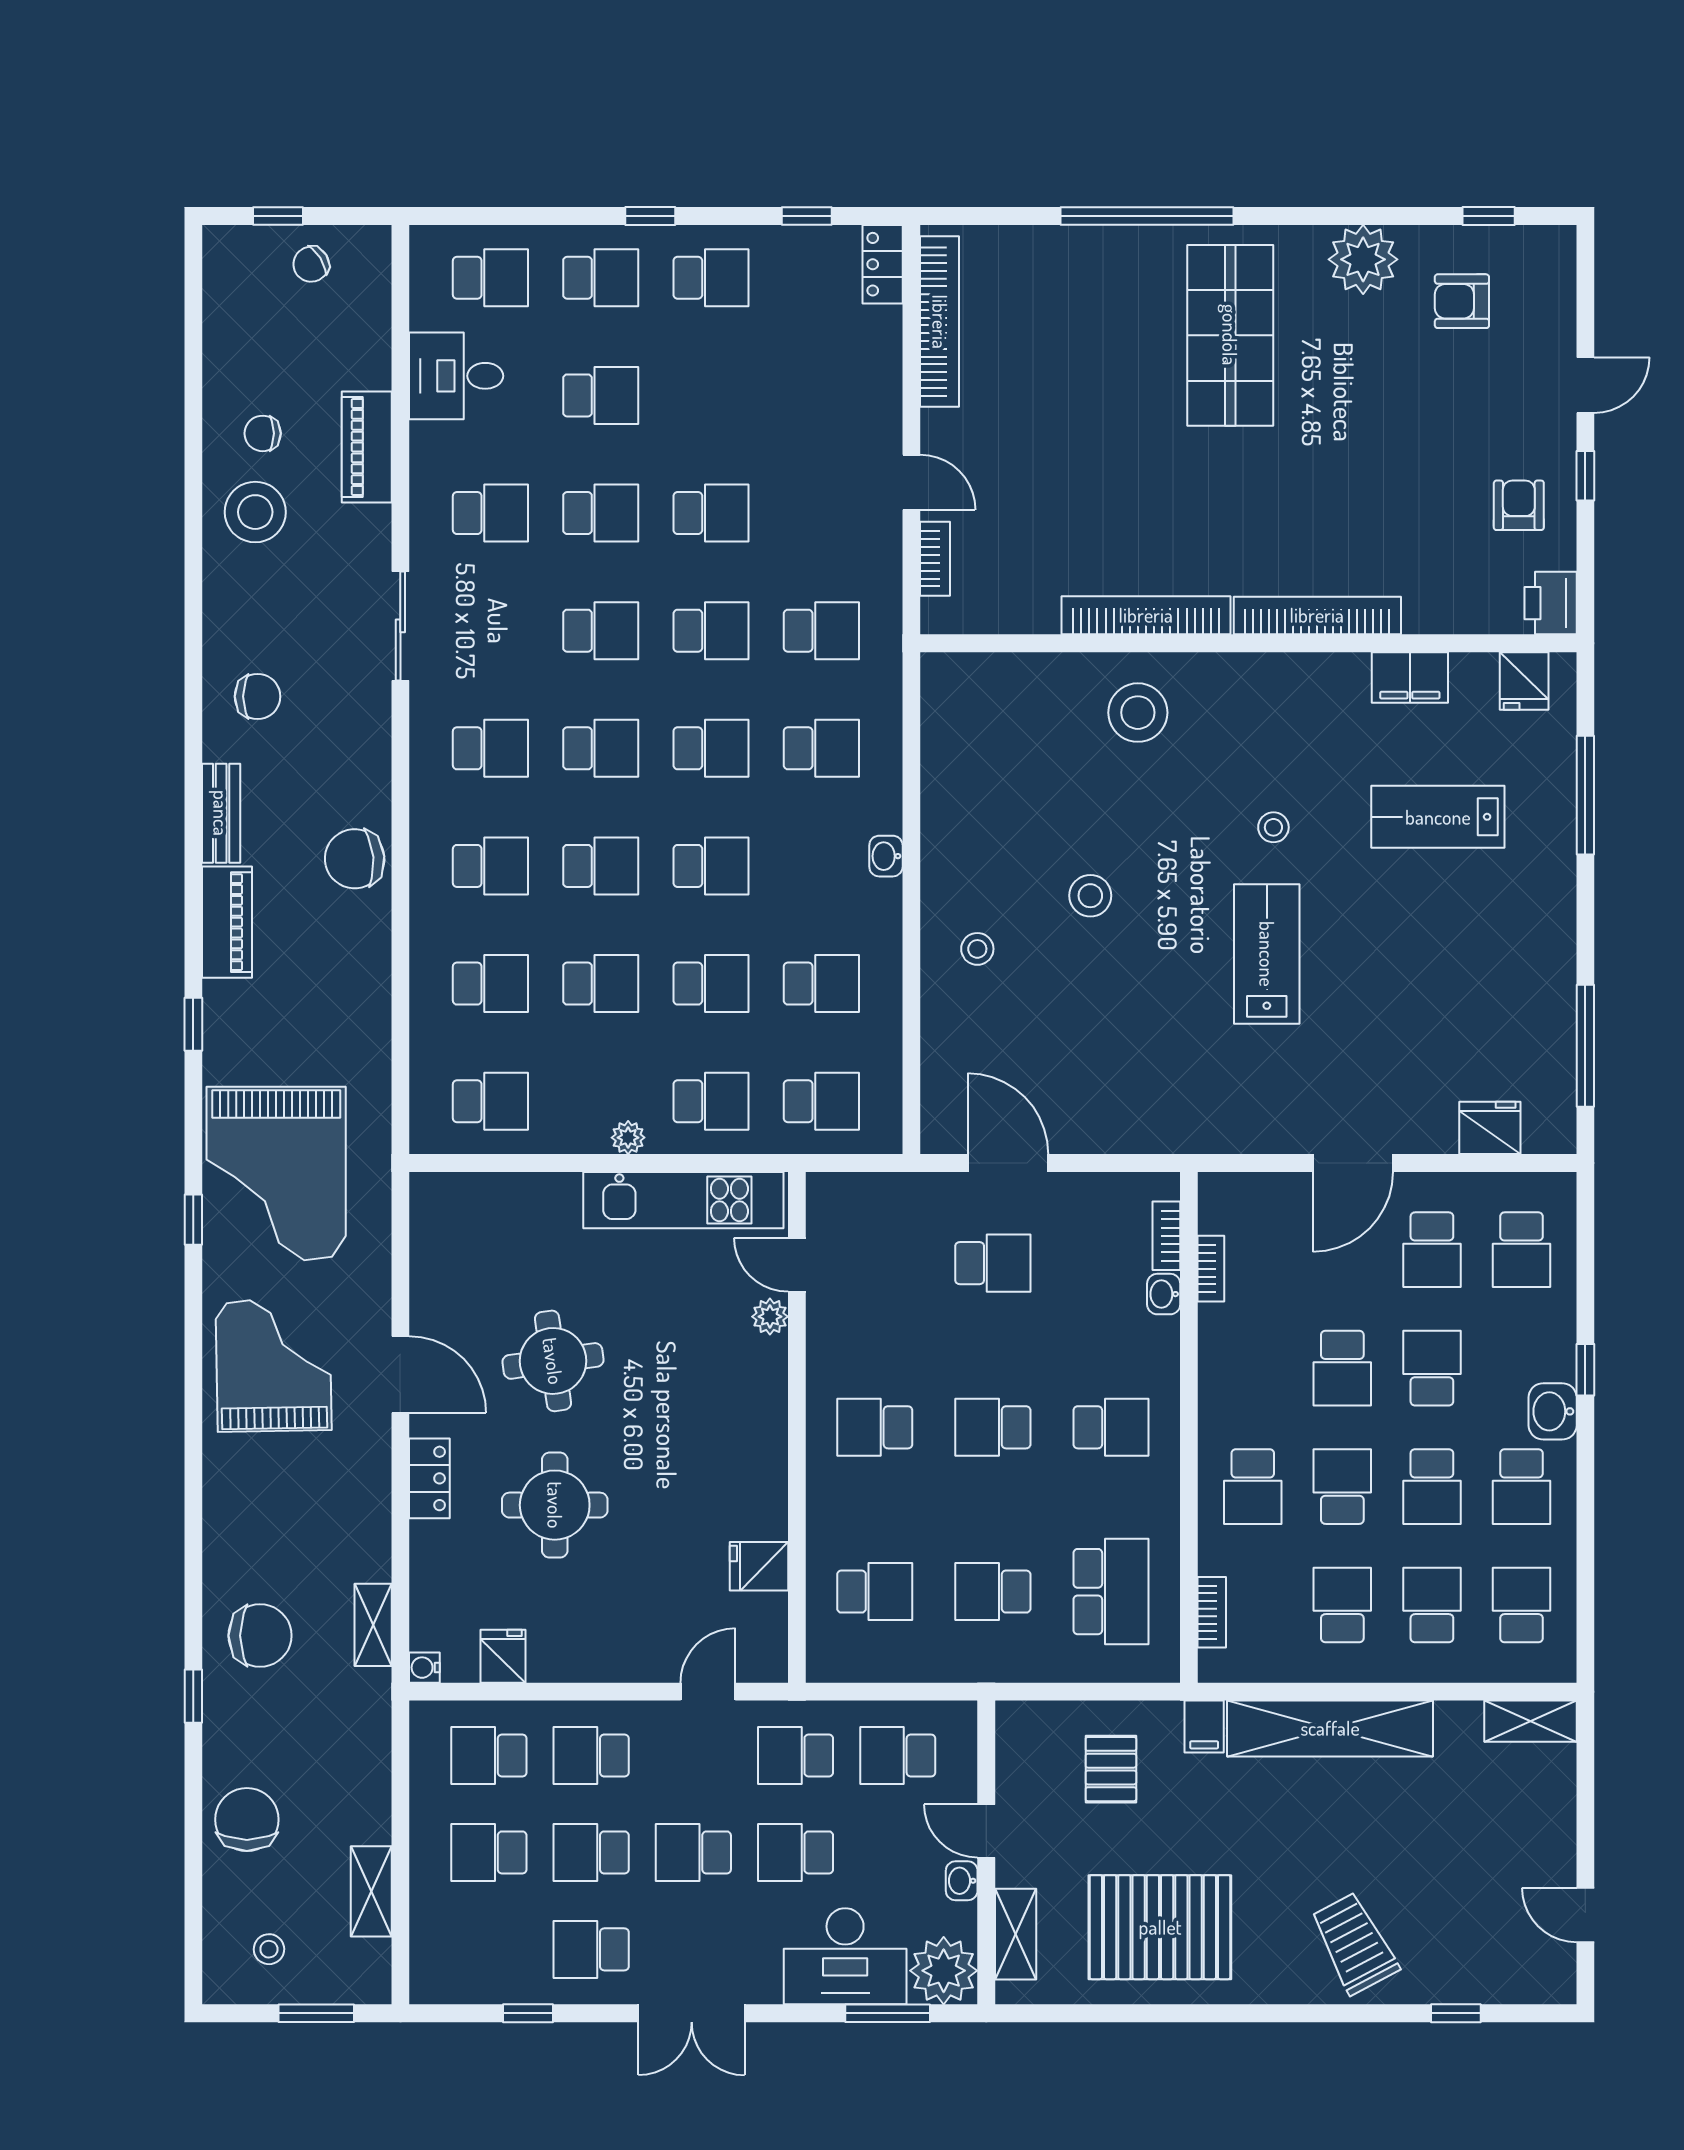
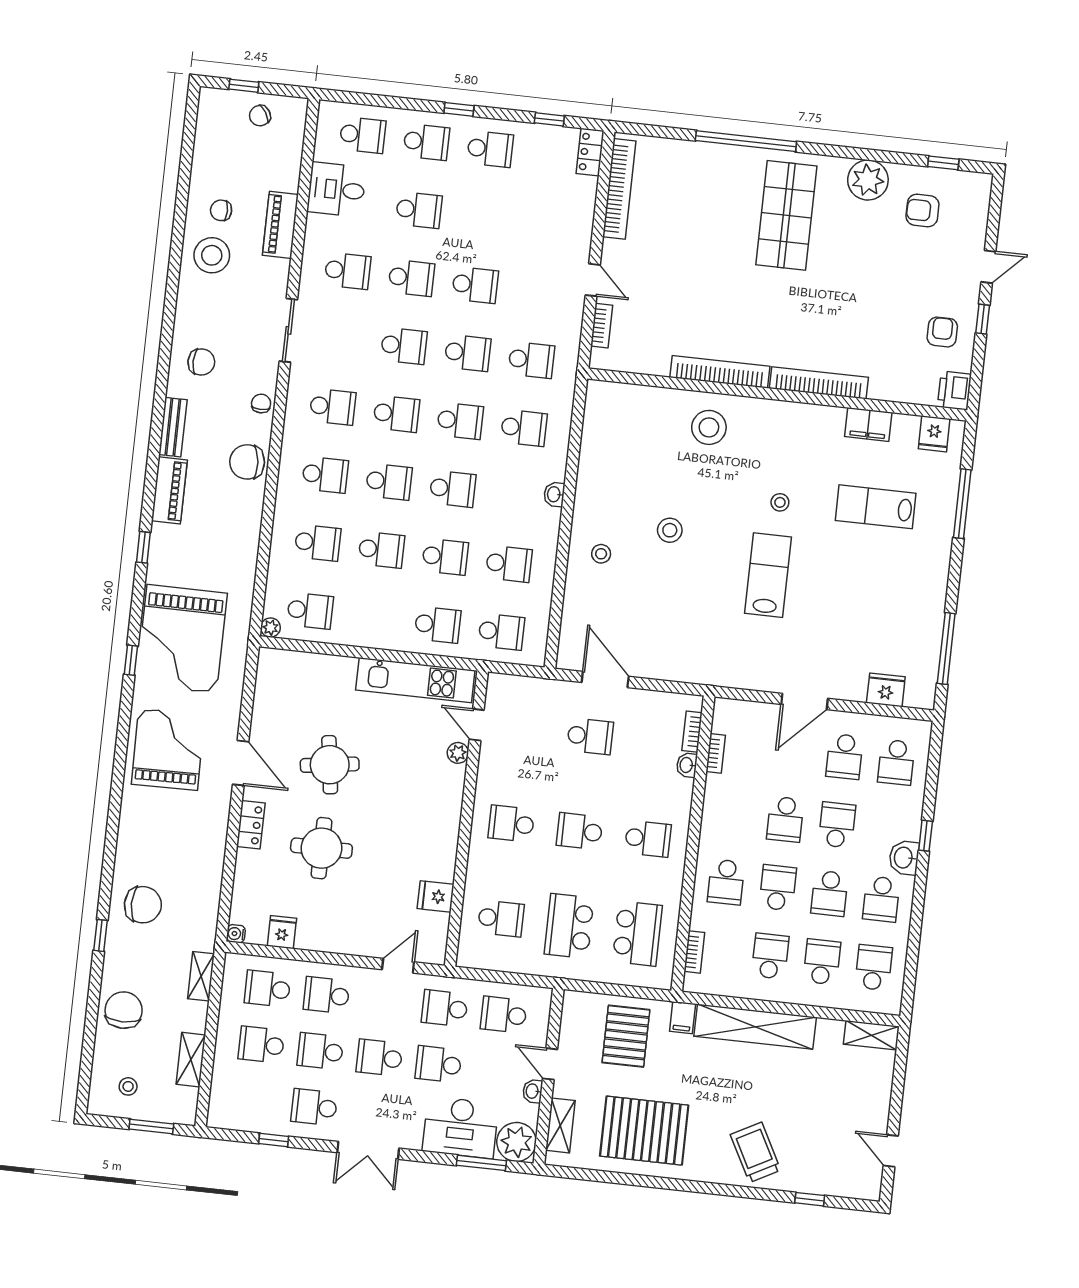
chair: (368, 756) -> (261, 403), added
plant: (628, 1138) -> (270, 628), moved
school desk: (993, 1592) -> (569, 926), width x1.85
shelving: (373, 1625) -> (201, 976), moved
pallet: (1111, 1769) -> (626, 1036), width x1.50, depth x1.42

